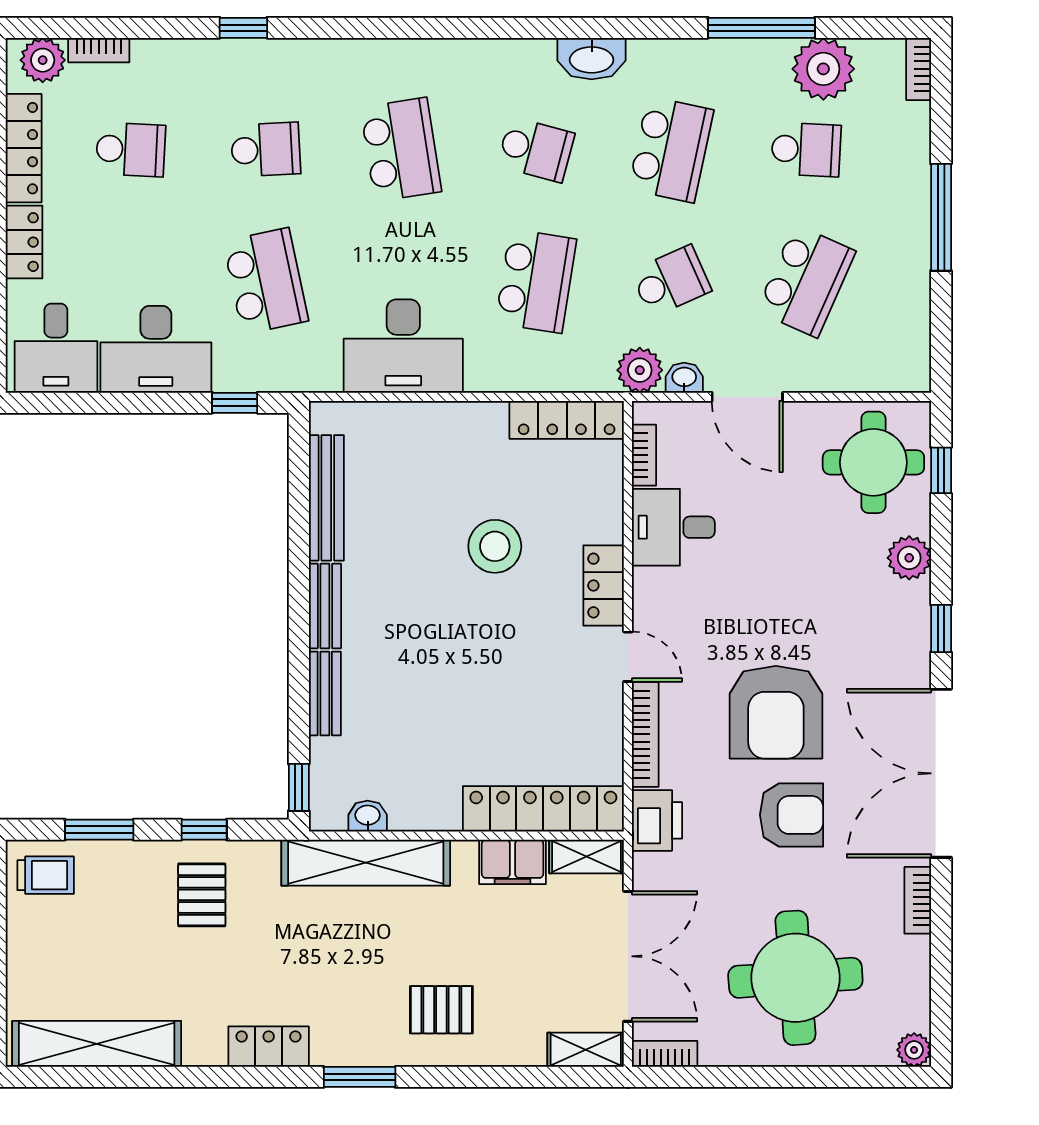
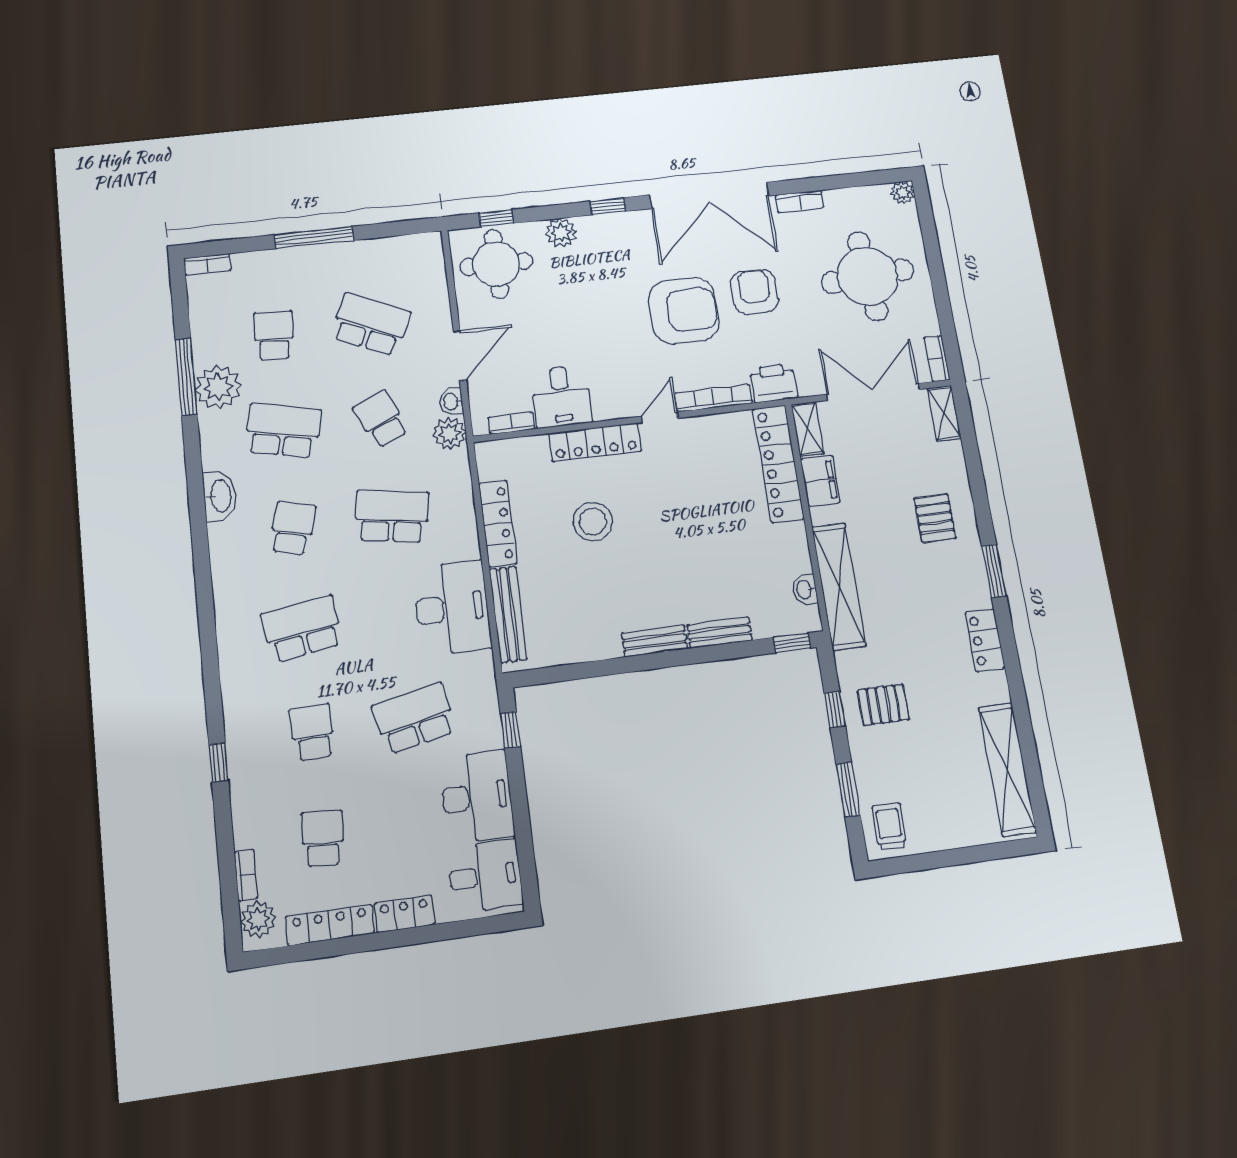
plant: (823, 69) -> (218, 387), moved
locker: (567, 420) -> (498, 523), moved
bench: (326, 498) -> (508, 614), moved, turned 90
locker: (604, 586) -> (595, 442), width x1.53

